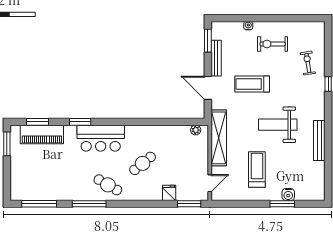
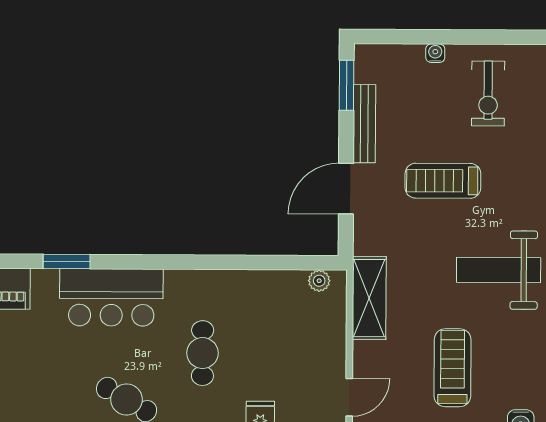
exercise bike: (273, 44) -> (488, 93), turned -90
door: (208, 88) -> (346, 189), hinge flipped
shelving: (219, 138) -> (369, 298), width x0.68
cafe table: (143, 163) -> (203, 353), turned -51

